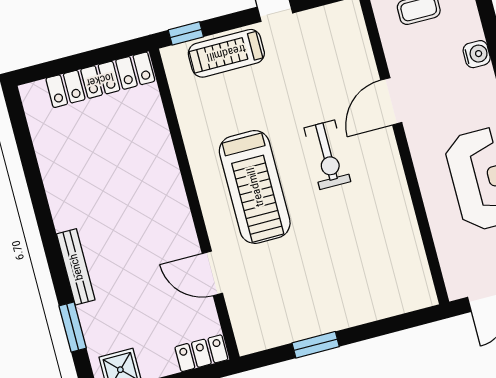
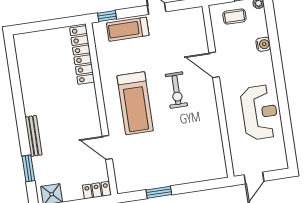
locker: (100, 80) -> (82, 55), moved, turned 90
door: (391, 101) -> (214, 65), hinge flipped

